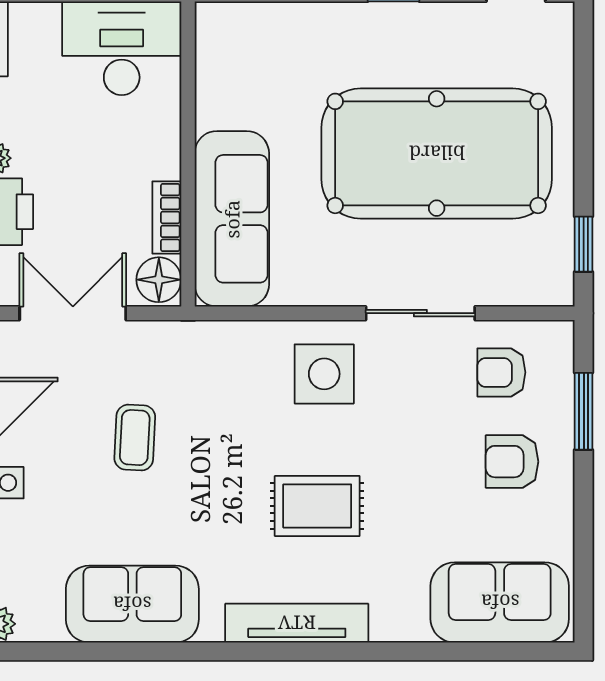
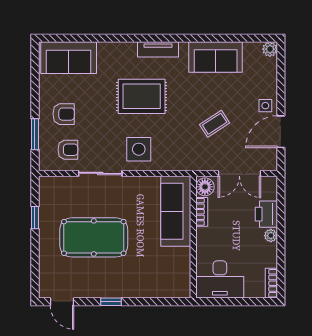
pool table: (437, 153) -> (94, 237), width x0.73, depth x0.76
window: (584, 244) -> (35, 218), moved
coffee table: (135, 438) -> (215, 124), turned 54
rug: (317, 506) -> (142, 96), width x1.36, depth x1.43
tv unit: (297, 623) -> (158, 49), width x0.71

